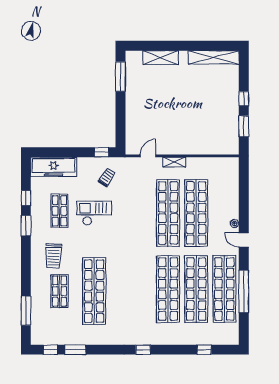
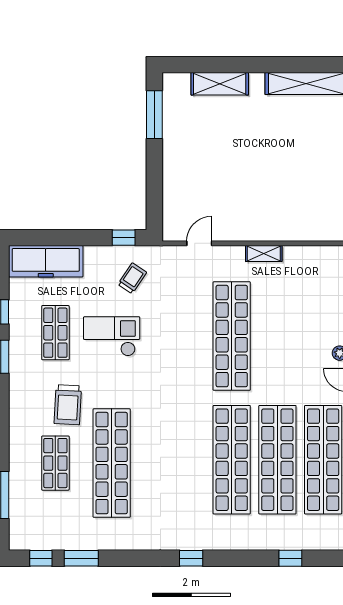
shelving: (174, 162) -> (264, 253), moved
shop shelf: (196, 213) -> (277, 336), removed
trolley: (53, 256) -> (68, 405), moved

